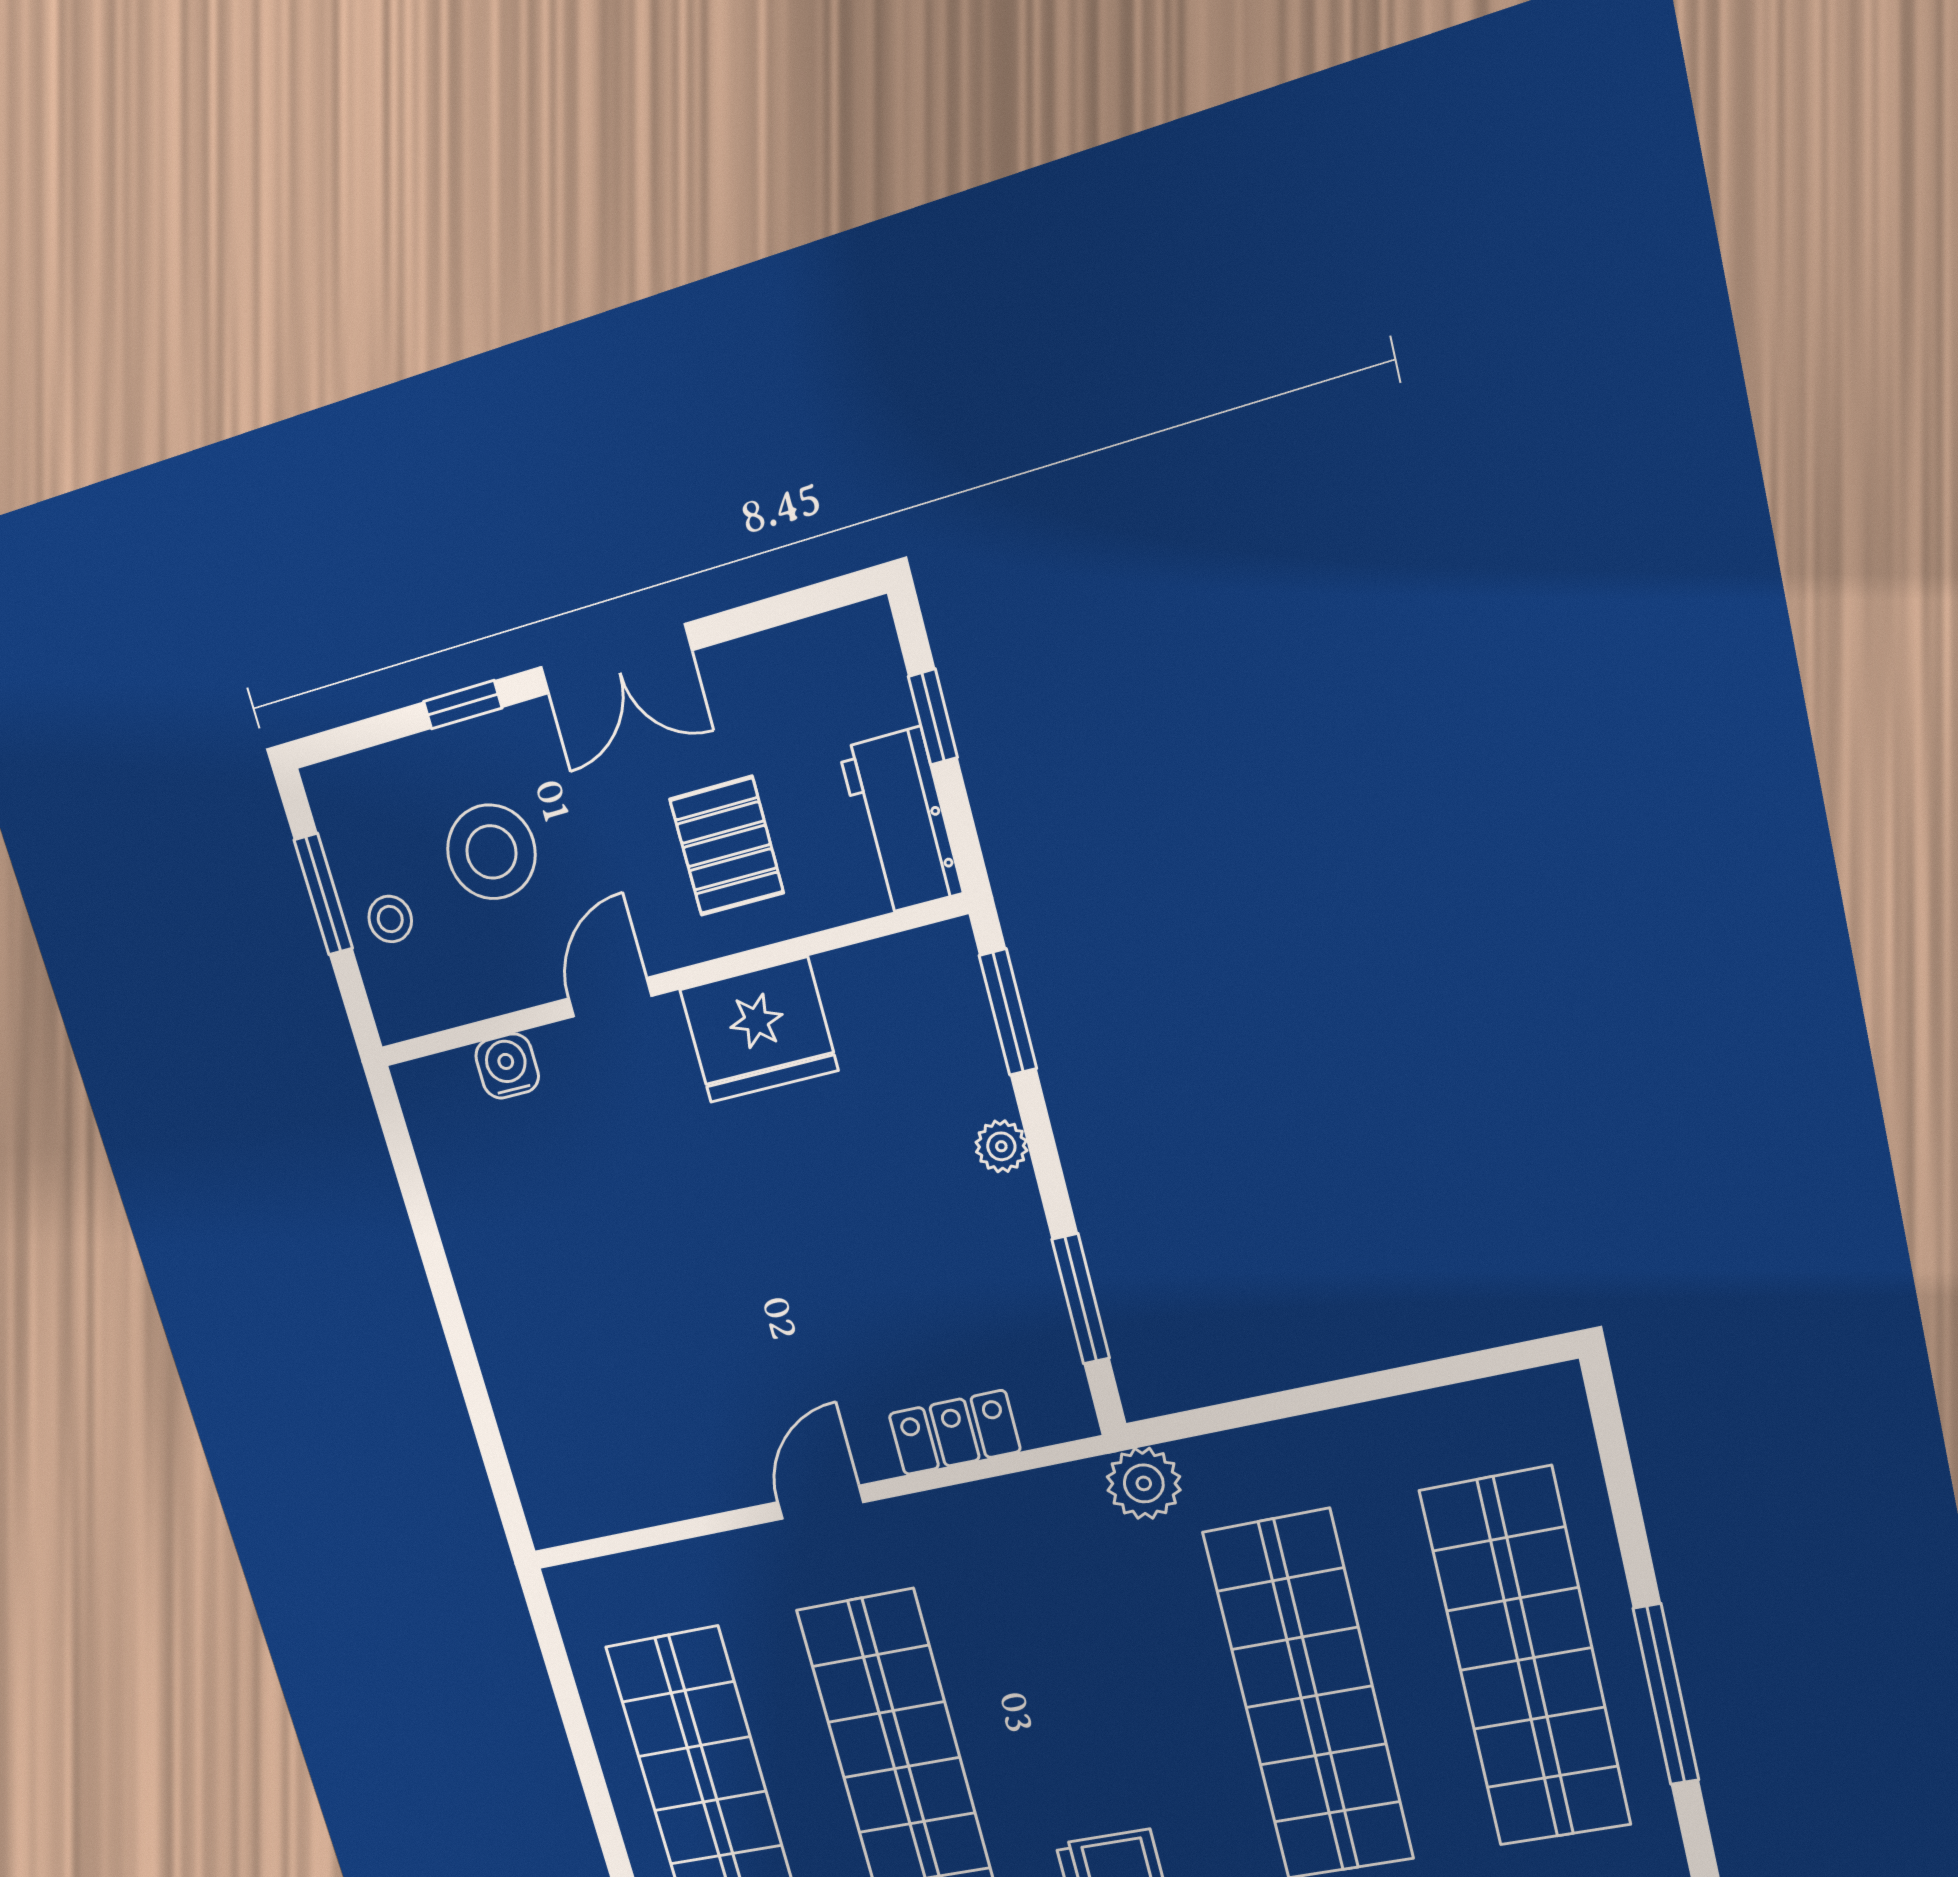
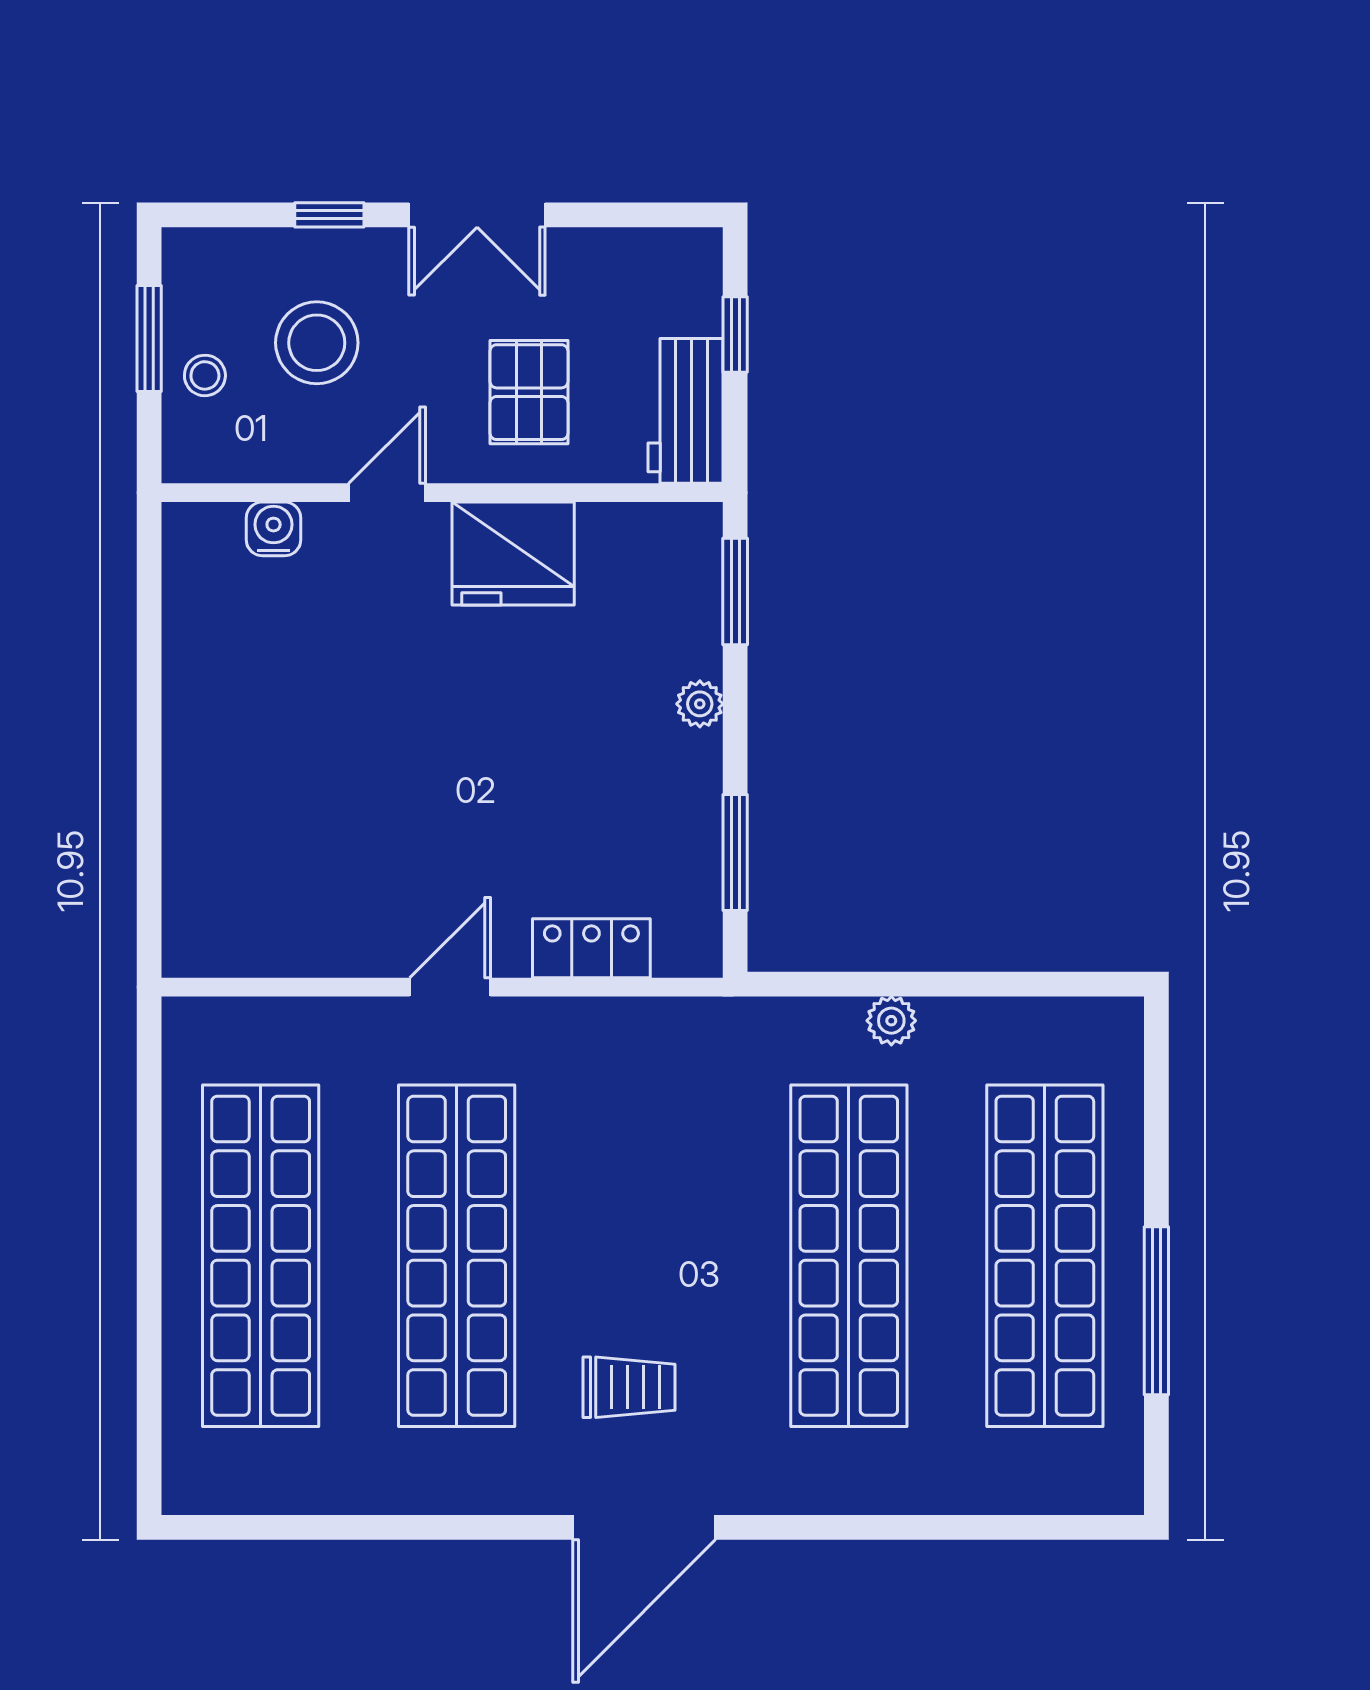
plant: (1144, 1483) -> (891, 1021), moved, width x0.73, depth x0.73

